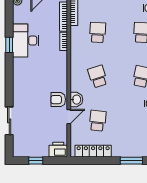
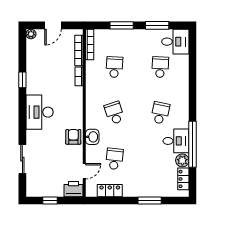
desk: (26, 41) -> (40, 112), moved
armchair: (58, 100) -> (73, 137), turned 90
door: (69, 117) -> (84, 171), moved
locker: (93, 151) -> (110, 191), width x0.66

